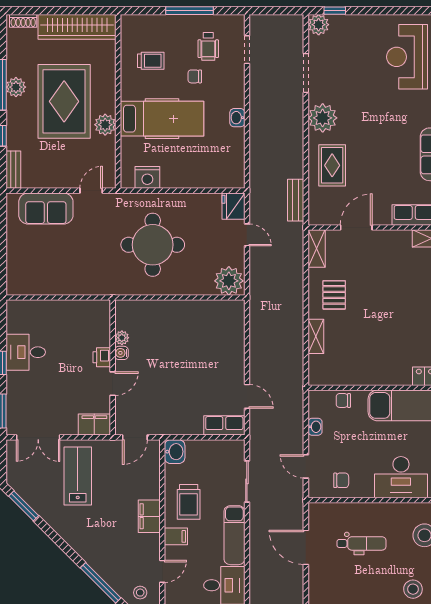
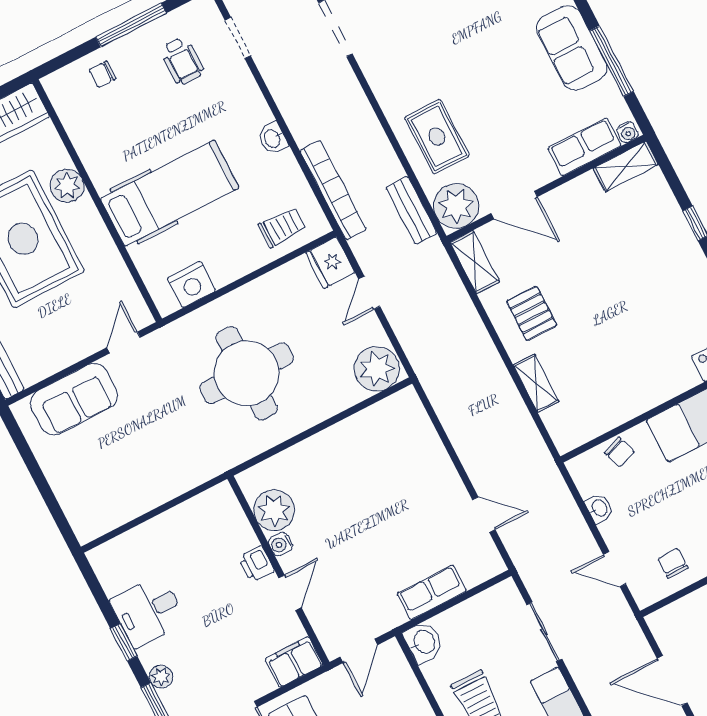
trolley: (151, 61) -> (282, 227), moved
chair: (195, 76) -> (102, 74), moved
plant: (323, 118) -> (456, 206), moved
plant: (105, 125) -> (67, 186), moved
bookcase: (257, 165) -> (333, 190), added
door: (356, 228) -> (514, 205), swing flipped
door: (247, 235) -> (369, 293), swing flipped
plant: (122, 338) -> (274, 510), width x1.88, depth x1.88
plant: (14, 394) -> (161, 677), added
chair: (343, 400) -> (619, 452), turned -110
row of seats: (224, 425) -> (432, 592), moved
chair: (341, 480) -> (673, 563), turned -90

